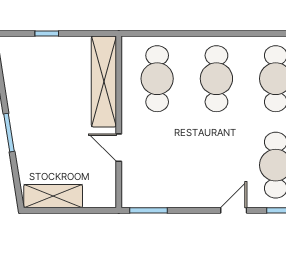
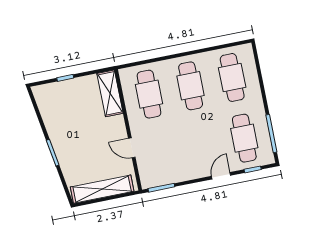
shelving: (104, 81) -> (110, 93), width x0.68
shelving: (53, 196) -> (102, 189), width x1.47

